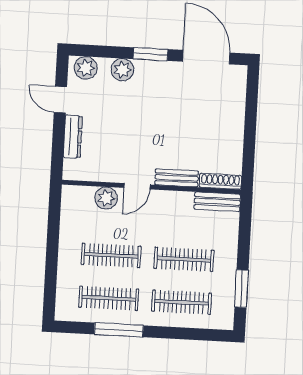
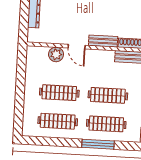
door: (137, 186) -> (77, 47), hinge flipped
window: (119, 330) -> (98, 144), moved

